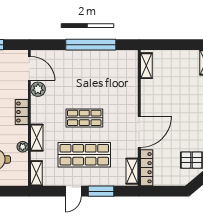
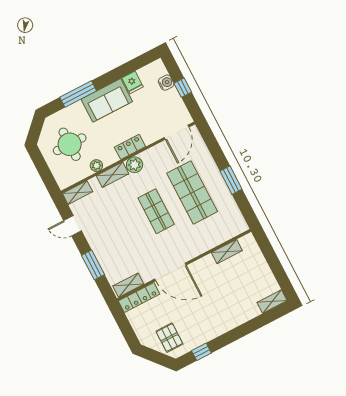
window: (91, 45) -> (231, 180), width x0.47
shelving: (146, 66) -> (227, 252), moved
plant: (38, 89) -> (135, 165), moved
shop shelf: (84, 155) -> (192, 192), moved
door: (73, 191) -> (73, 226), moved

